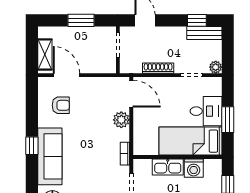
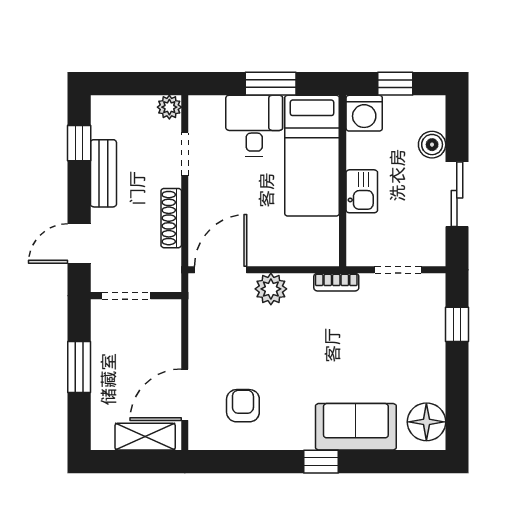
bench: (204, 33) -> (103, 173), moved
sofa: (50, 156) -> (356, 427), width x0.73
kitchen sink: (168, 167) -> (362, 191), width x0.73
washing machine: (194, 168) -> (364, 113), moved, turned 90

